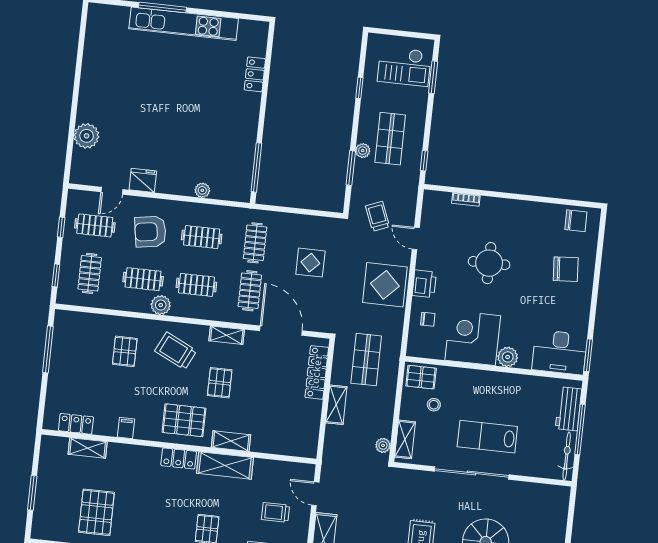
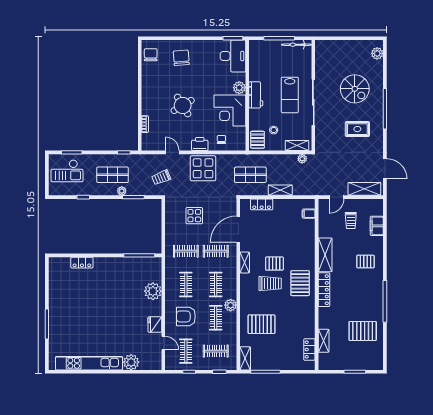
kitchen unit: (184, 24) -> (89, 363), moved, turned -90
checkout: (404, 66) -> (67, 171), turned 90
plant: (202, 190) -> (153, 291), width x1.88, depth x1.88
armchair: (150, 232) -> (186, 316), turned 99
door: (416, 238) -> (172, 152), swing flipped
round table: (489, 263) -> (183, 105), turned -31
pallet: (125, 351) -> (261, 324), width x1.50, depth x1.42
trolley: (176, 351) -> (270, 283), moved, turned -116
locker: (317, 372) -> (262, 204), width x0.66
workbench: (568, 409) -> (256, 95), moved, turned -90
filing cabinet: (126, 428) -> (309, 214), moved
shelving: (231, 441) -> (245, 358), moved
locker: (179, 458) -> (324, 290), width x1.53

